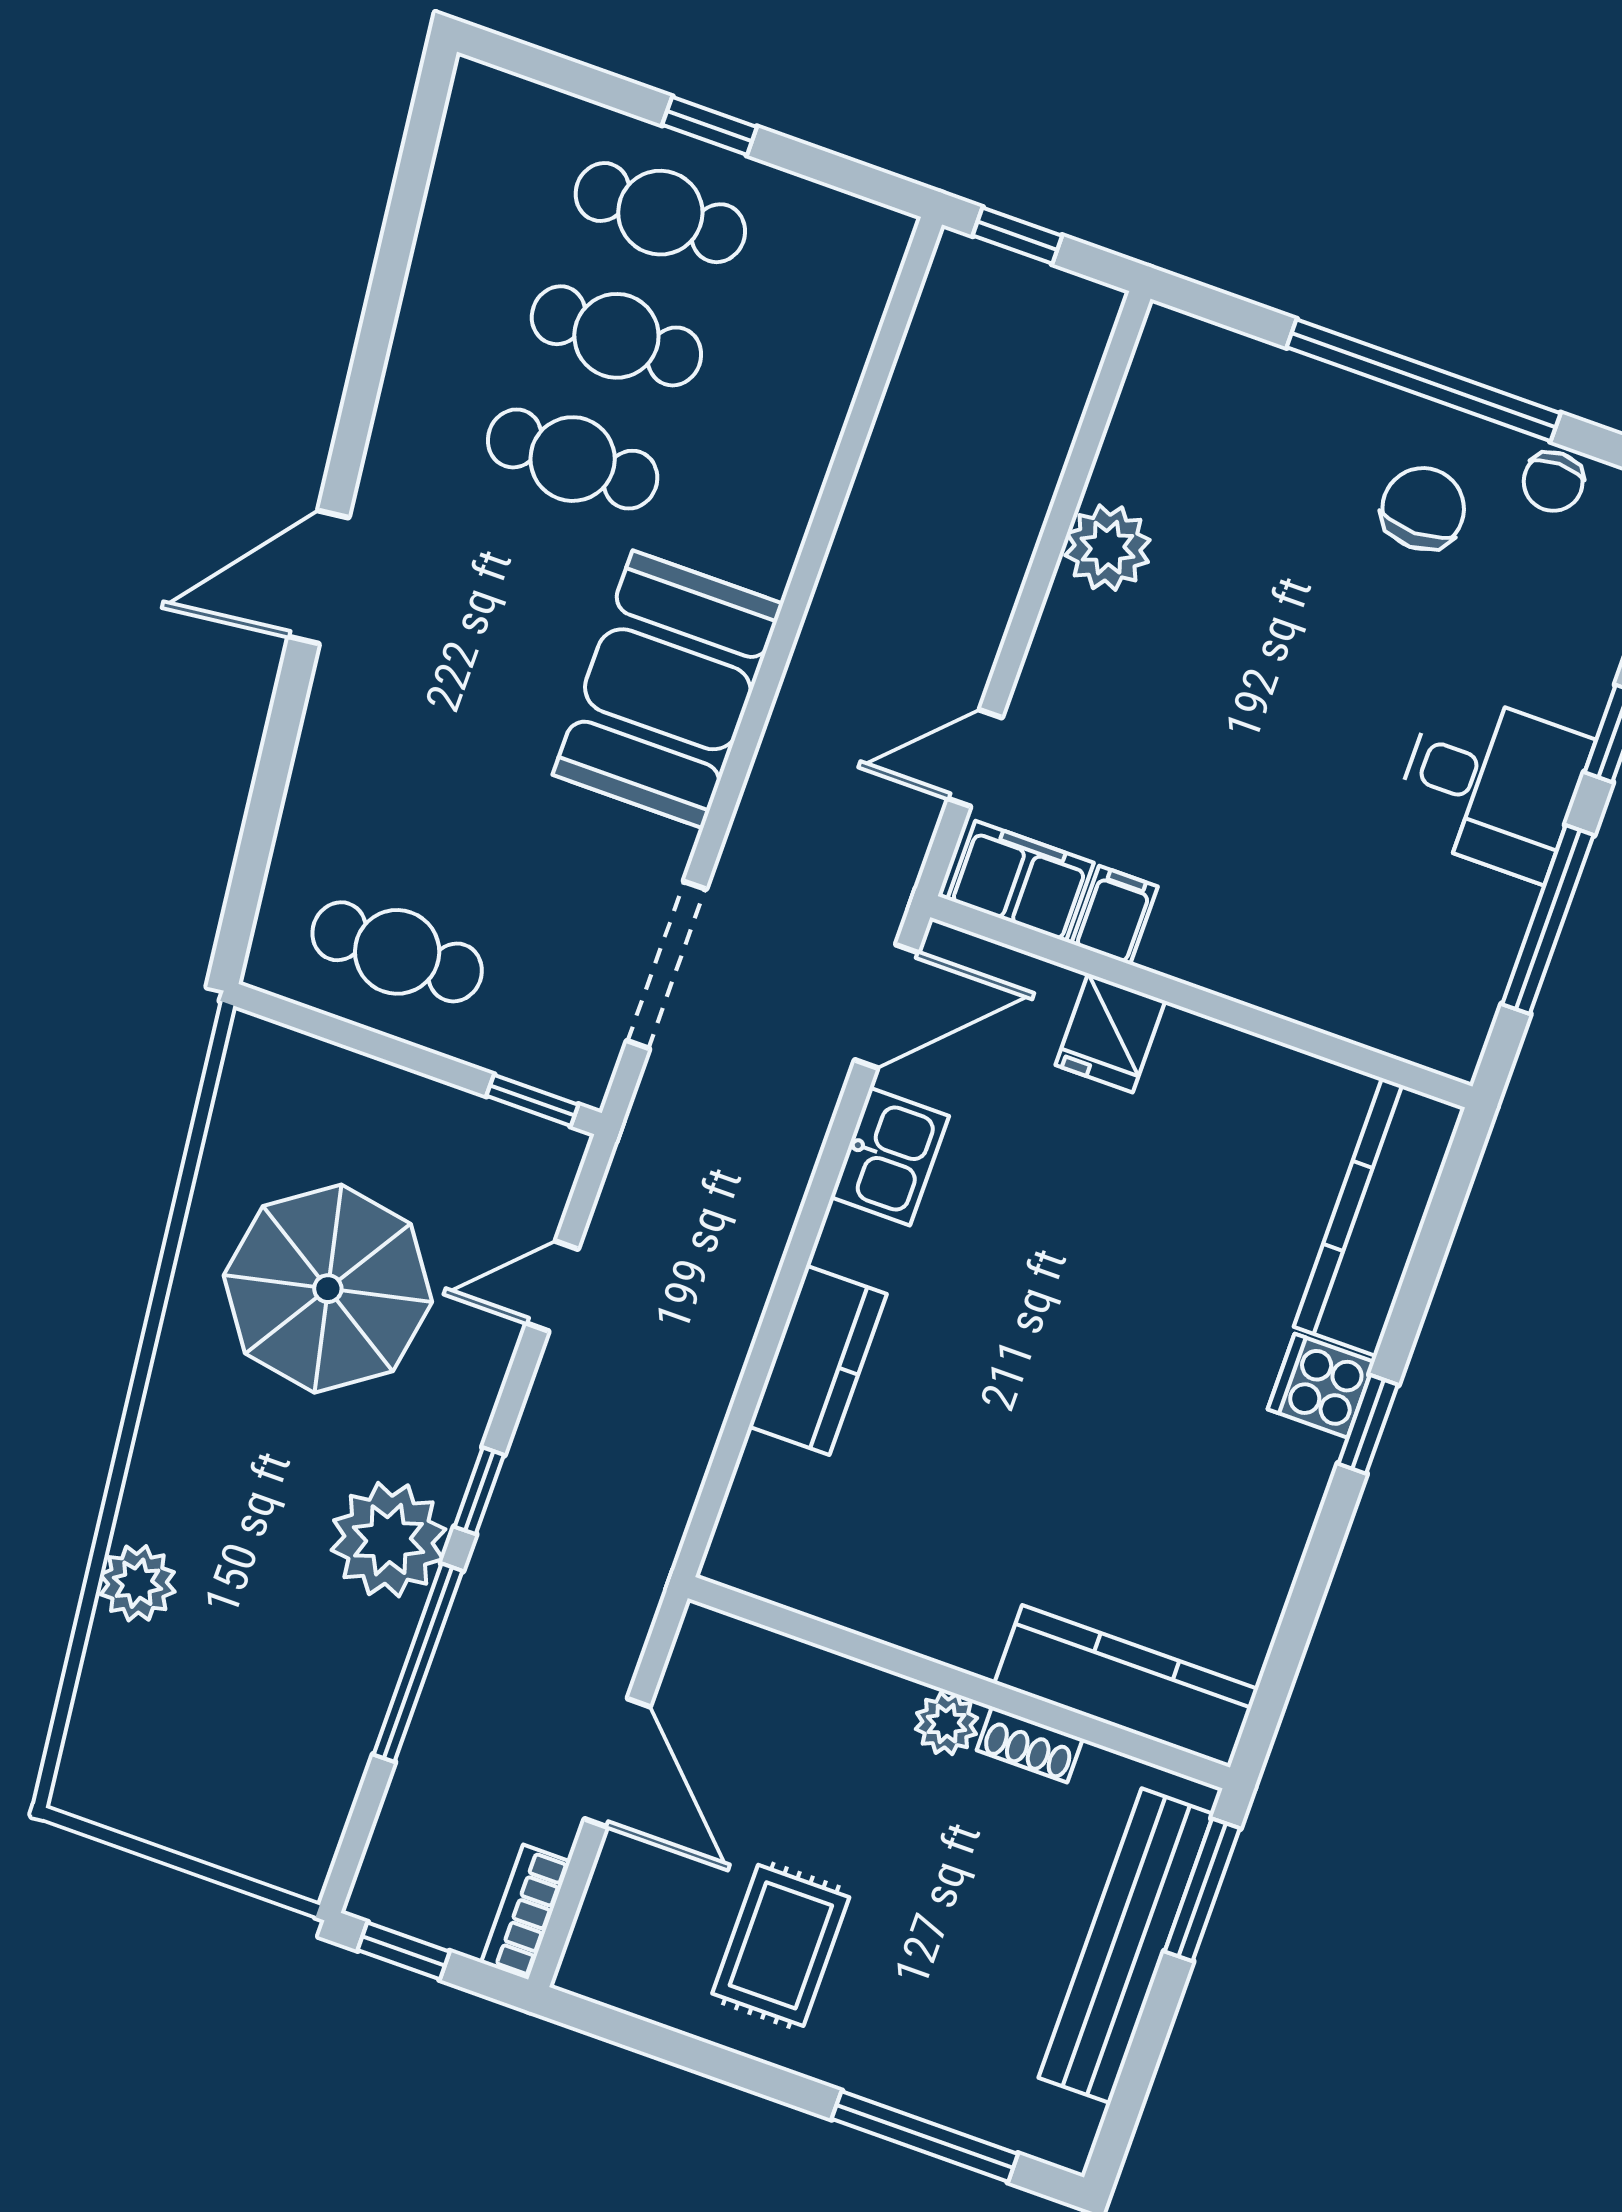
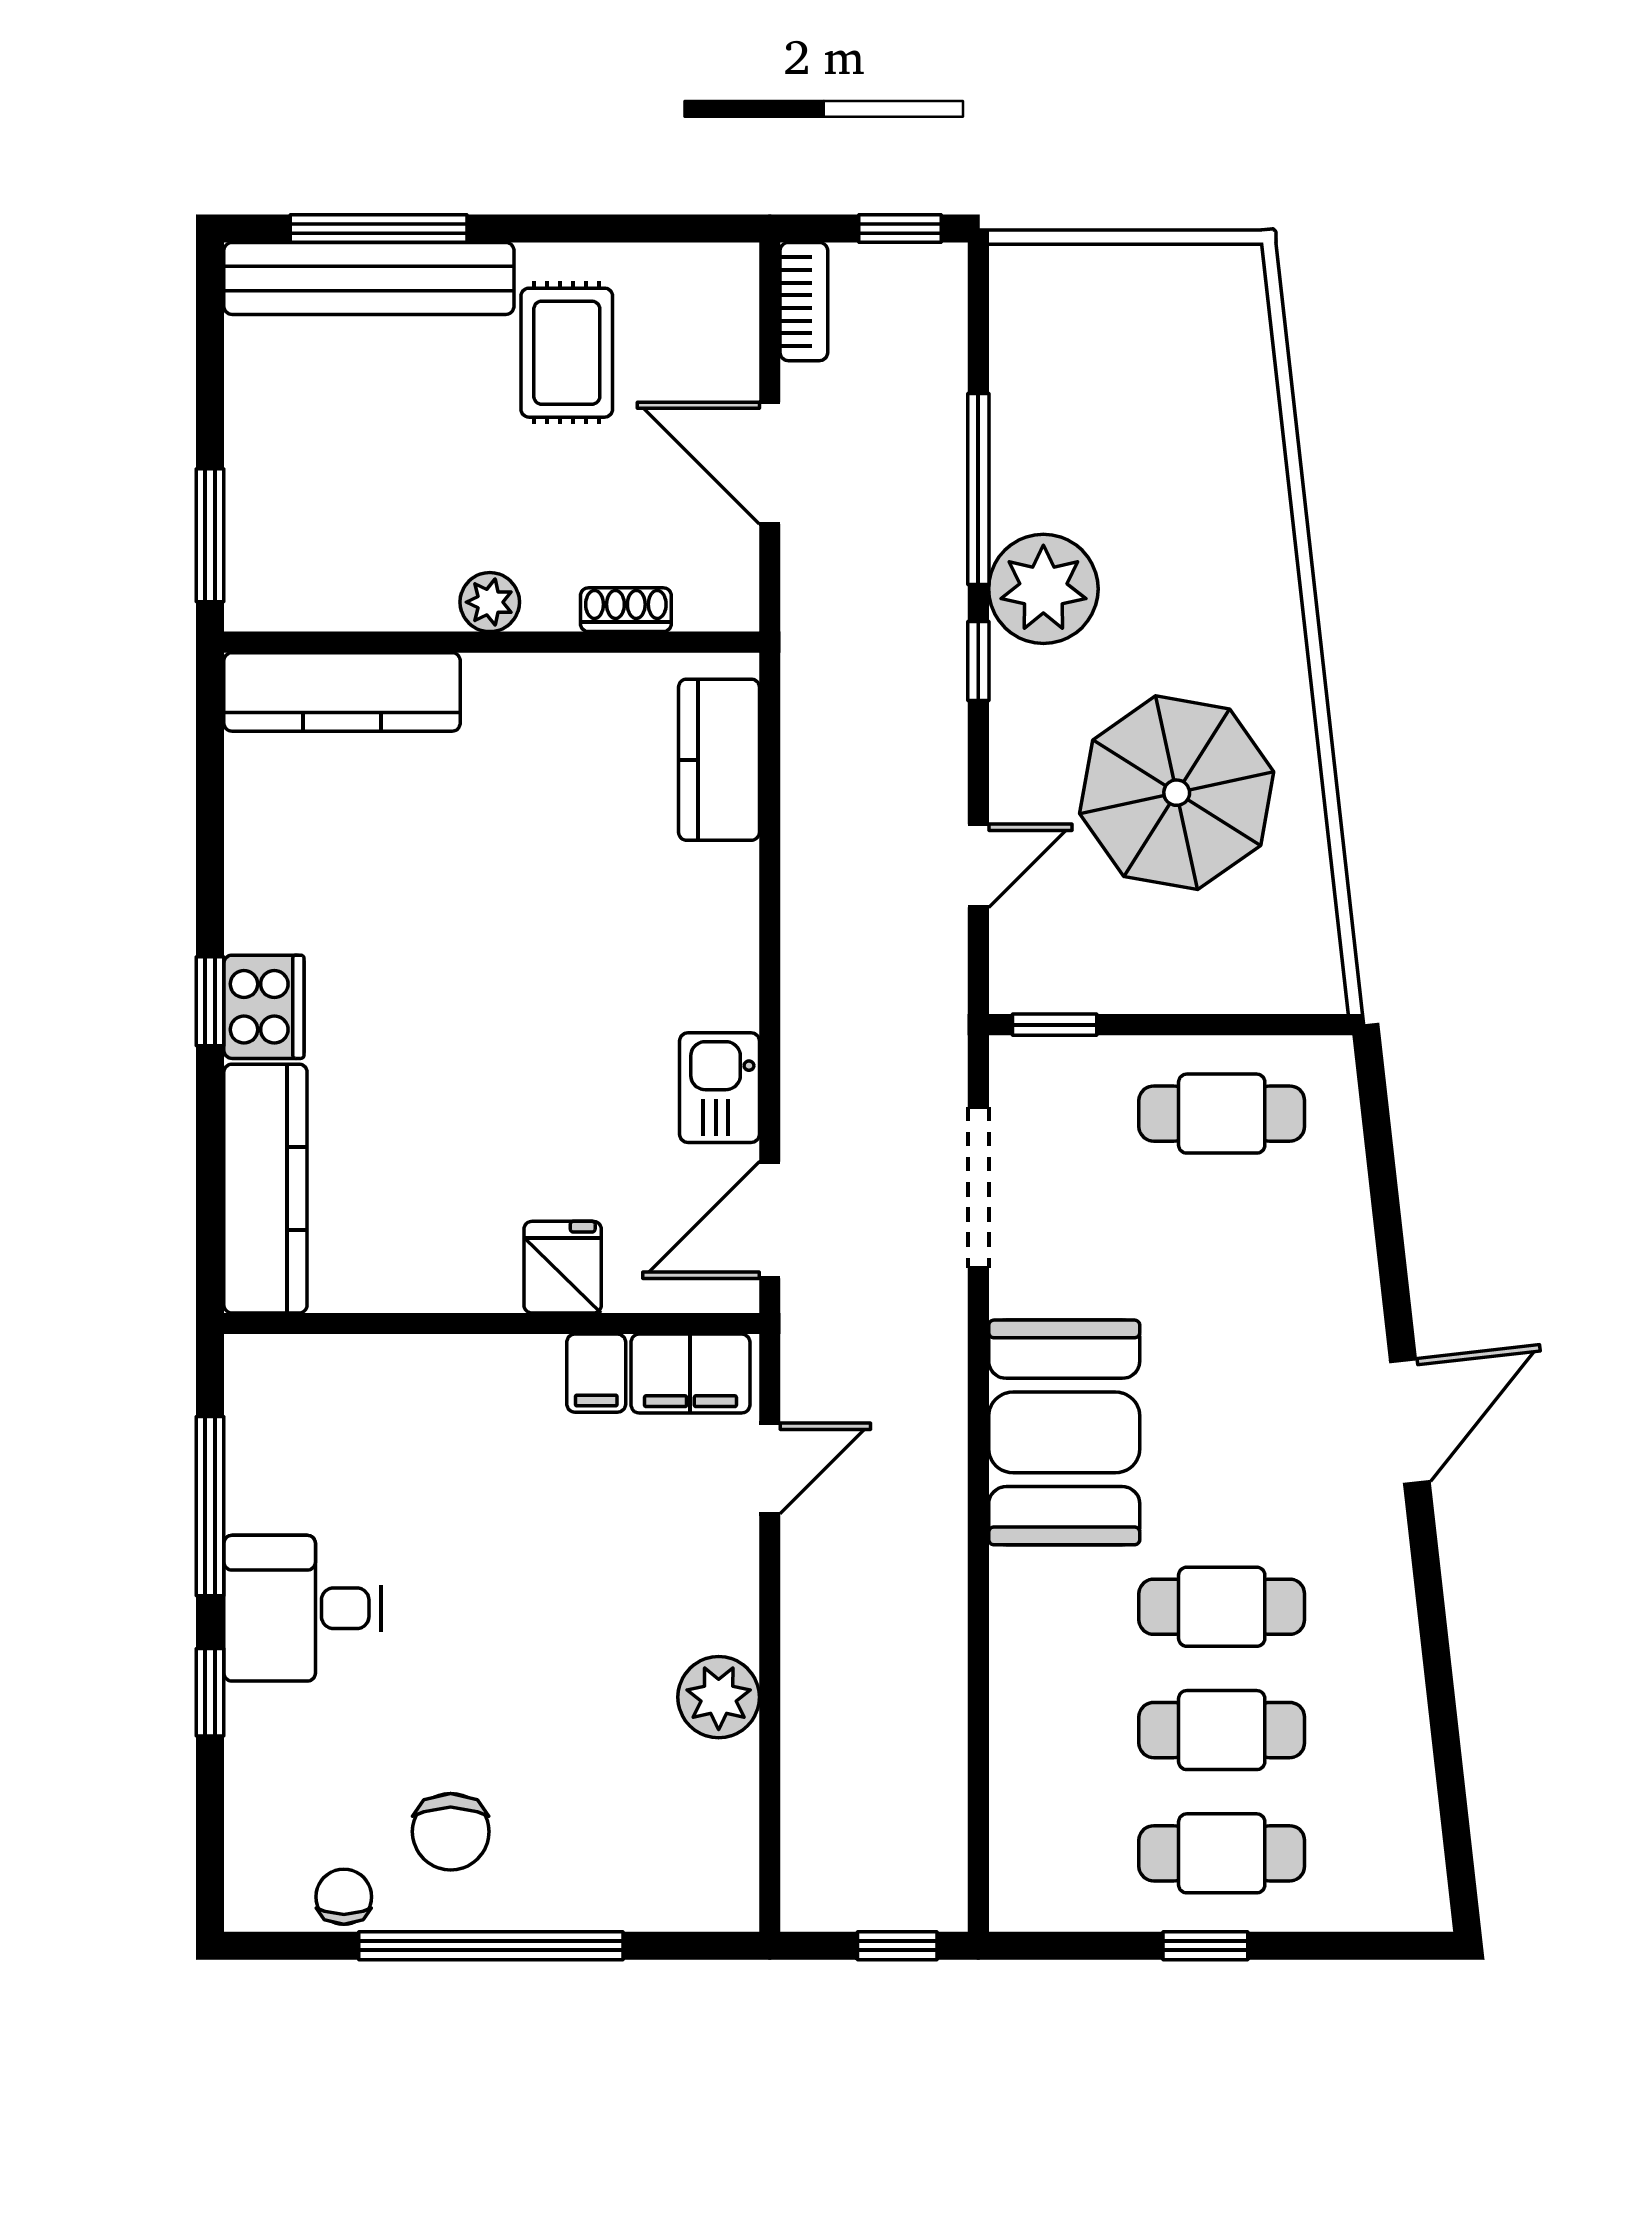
kitchen counter: (818, 1360) -> (719, 760), moved
cooker: (1321, 1386) -> (264, 1007), width x1.36
plant: (137, 1583) -> (1253, 471), removed
shoe rack: (1030, 1745) -> (626, 610), moved
bench: (1126, 1946) -> (369, 278), moved, turned 90

